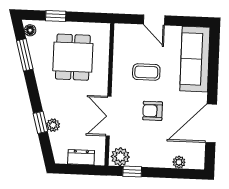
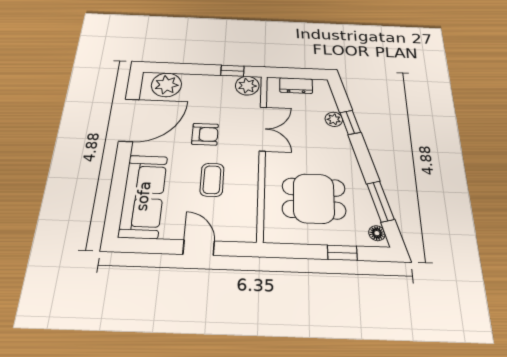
dining table: (73, 57) -> (314, 198), turned 90
coffee table: (146, 72) -> (212, 180), turned 90
plant: (179, 162) -> (166, 85), width x1.88, depth x1.88

